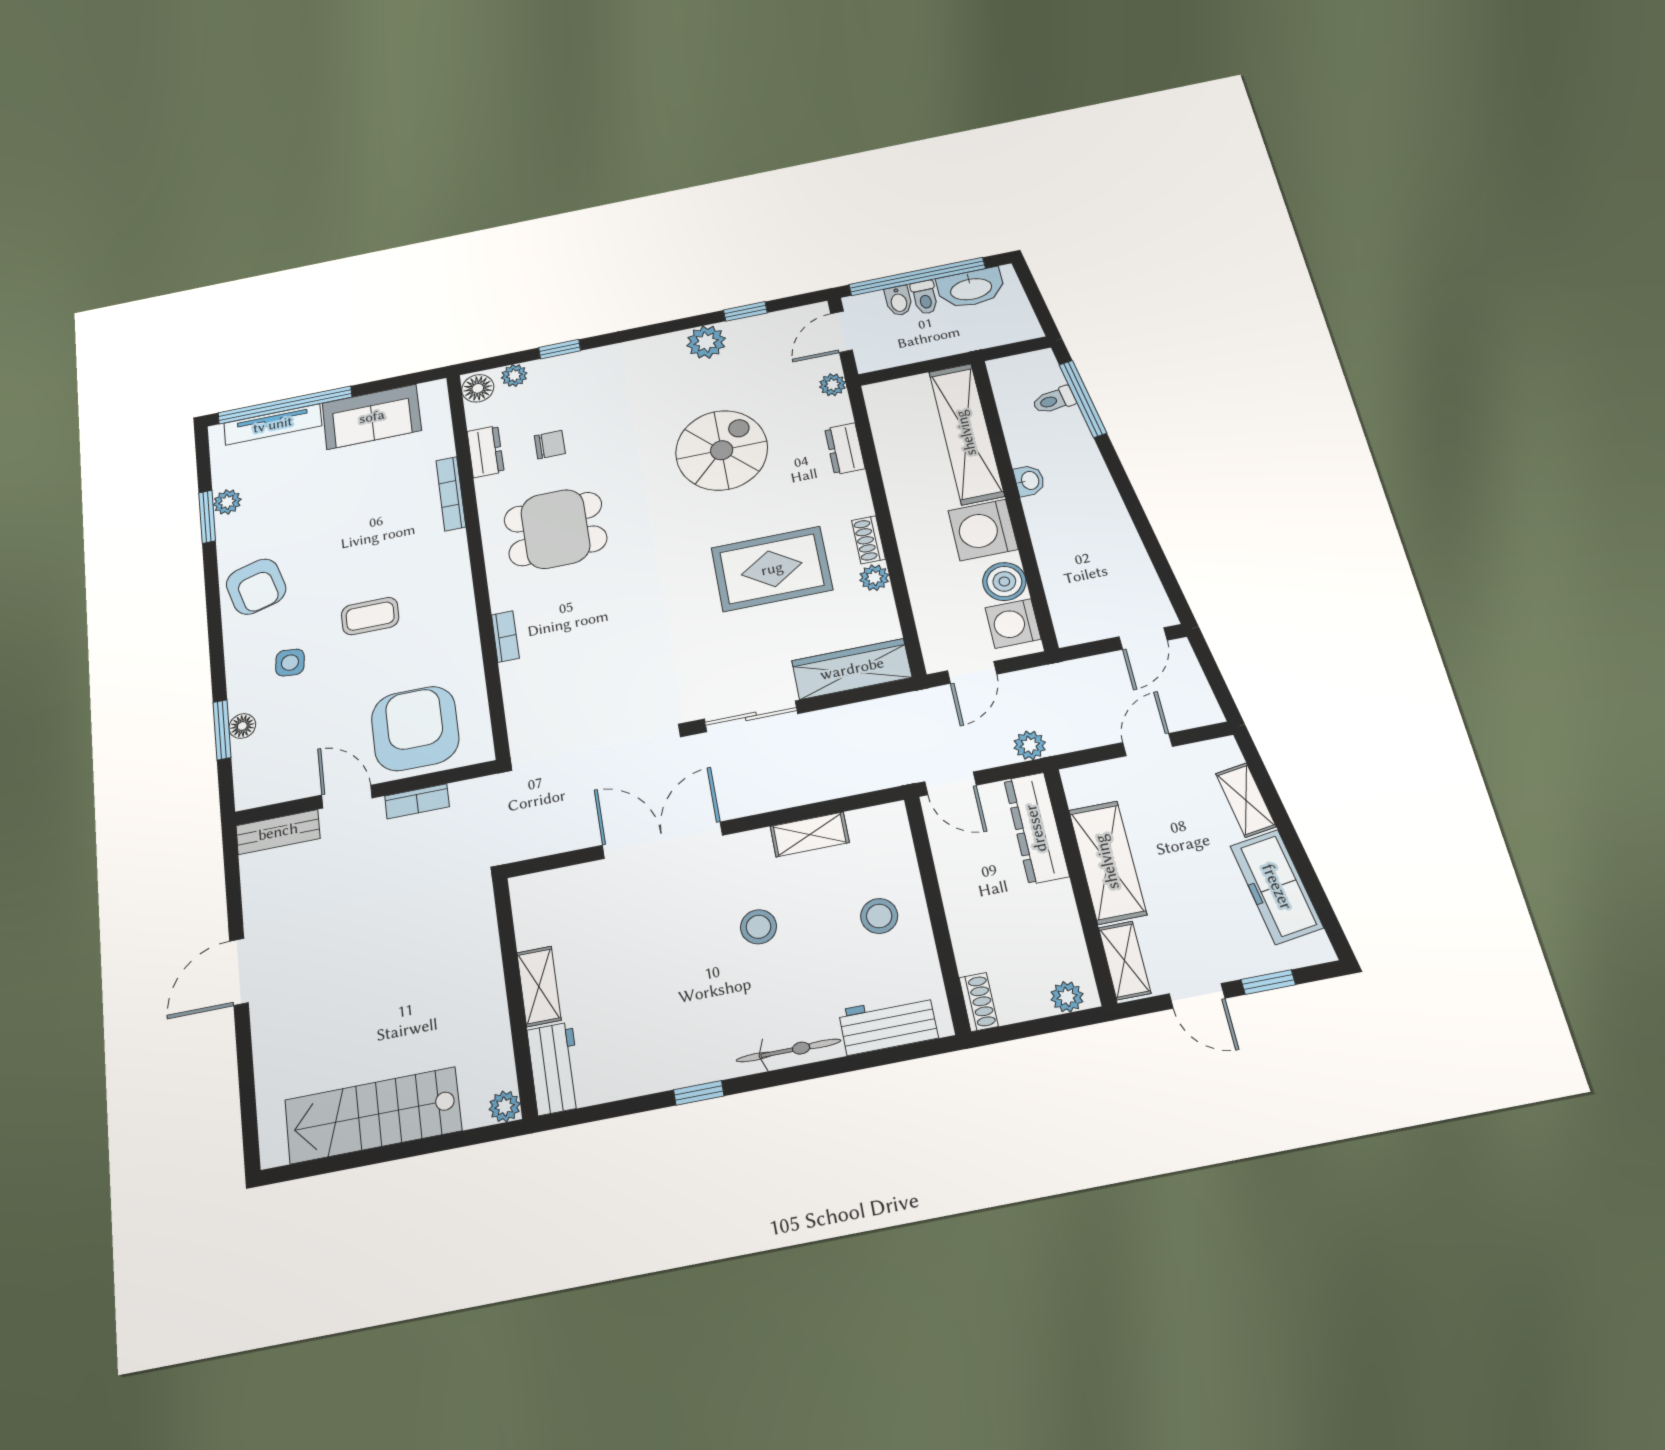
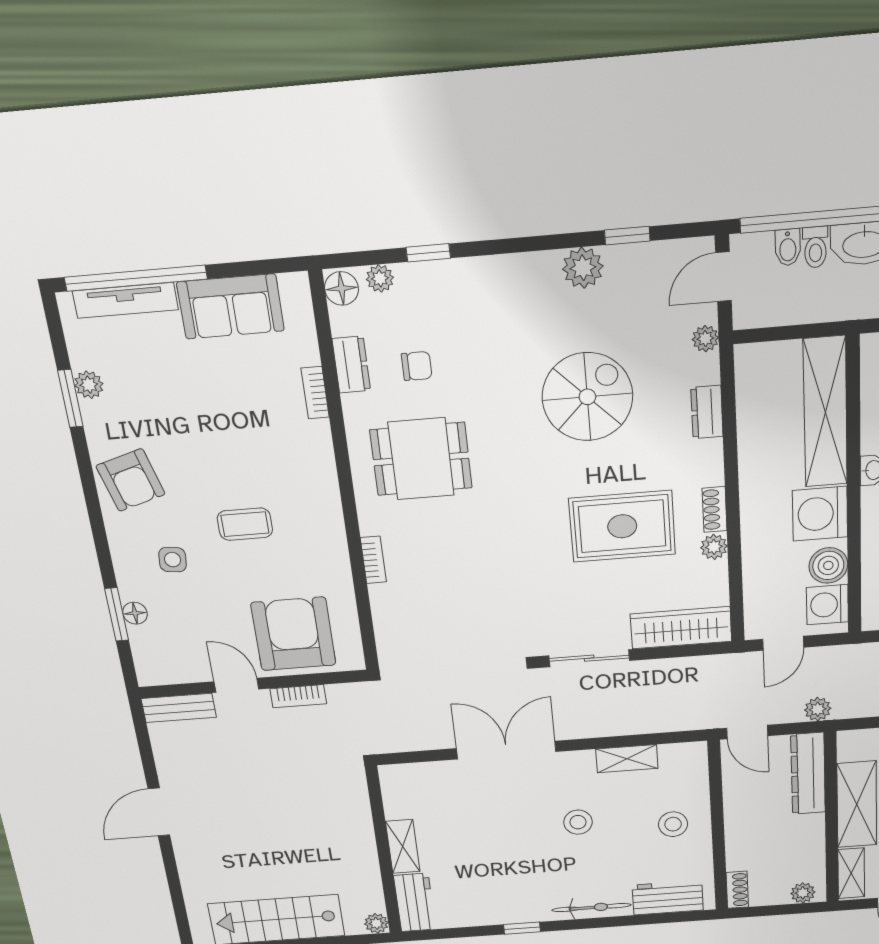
bookcase: (451, 494) -> (315, 393), width x0.64

